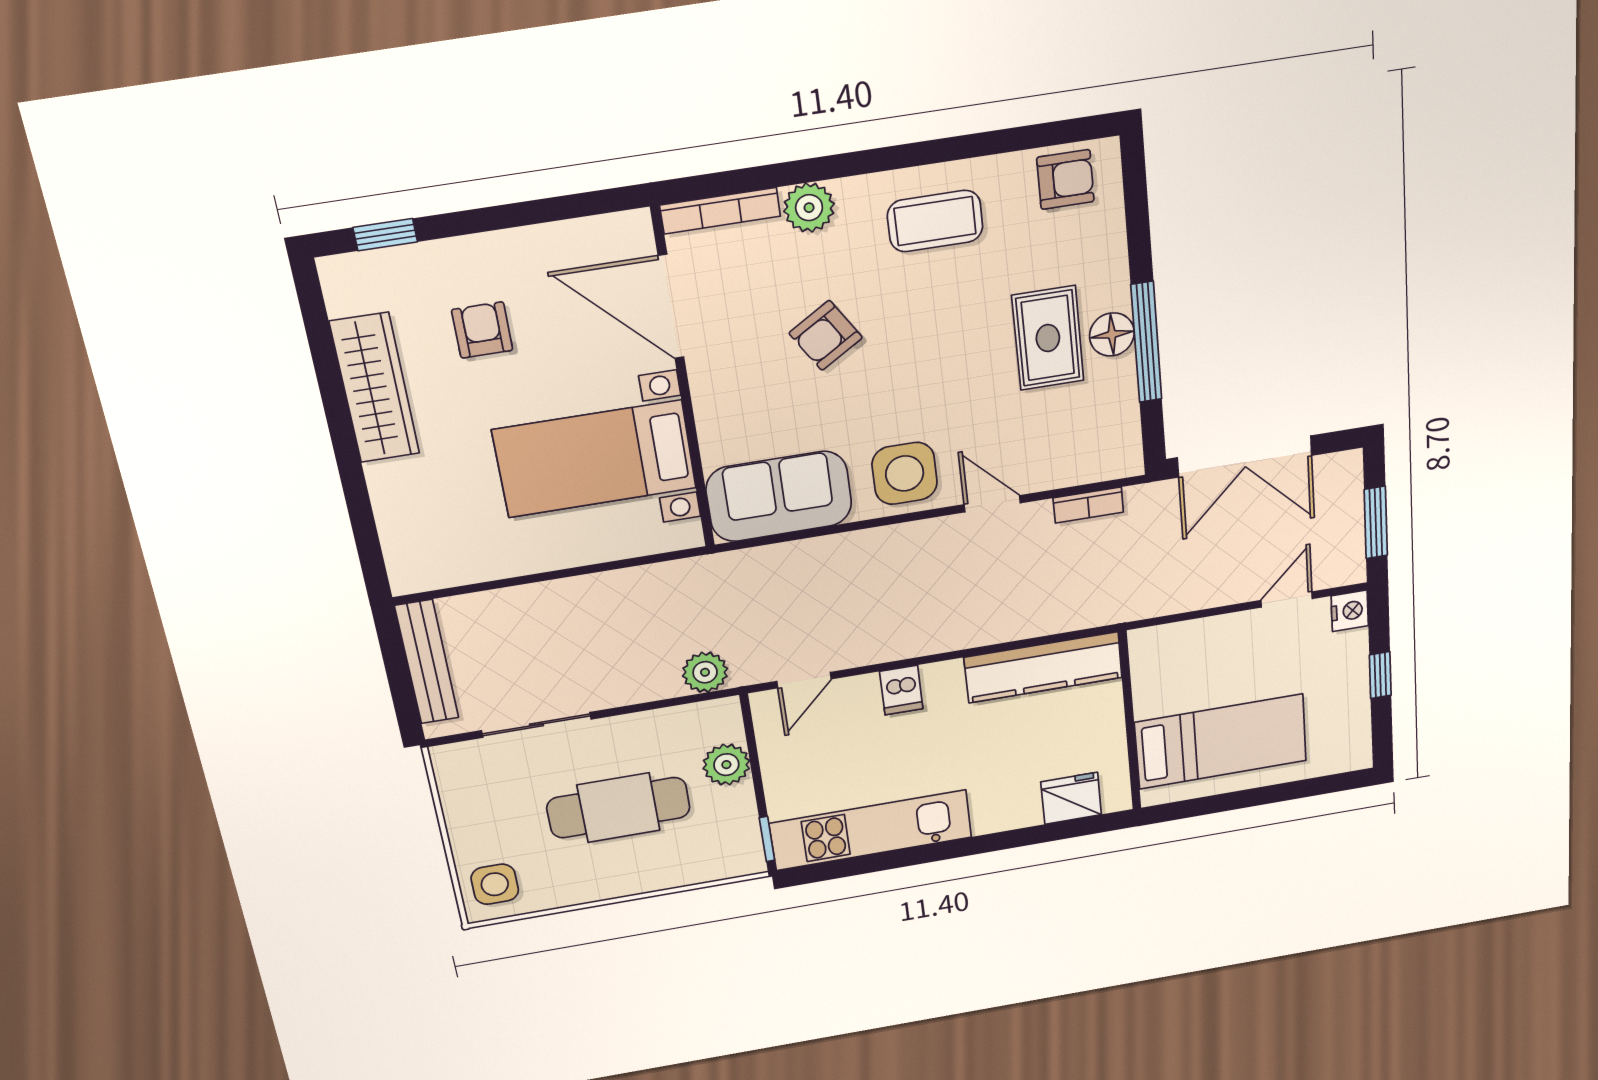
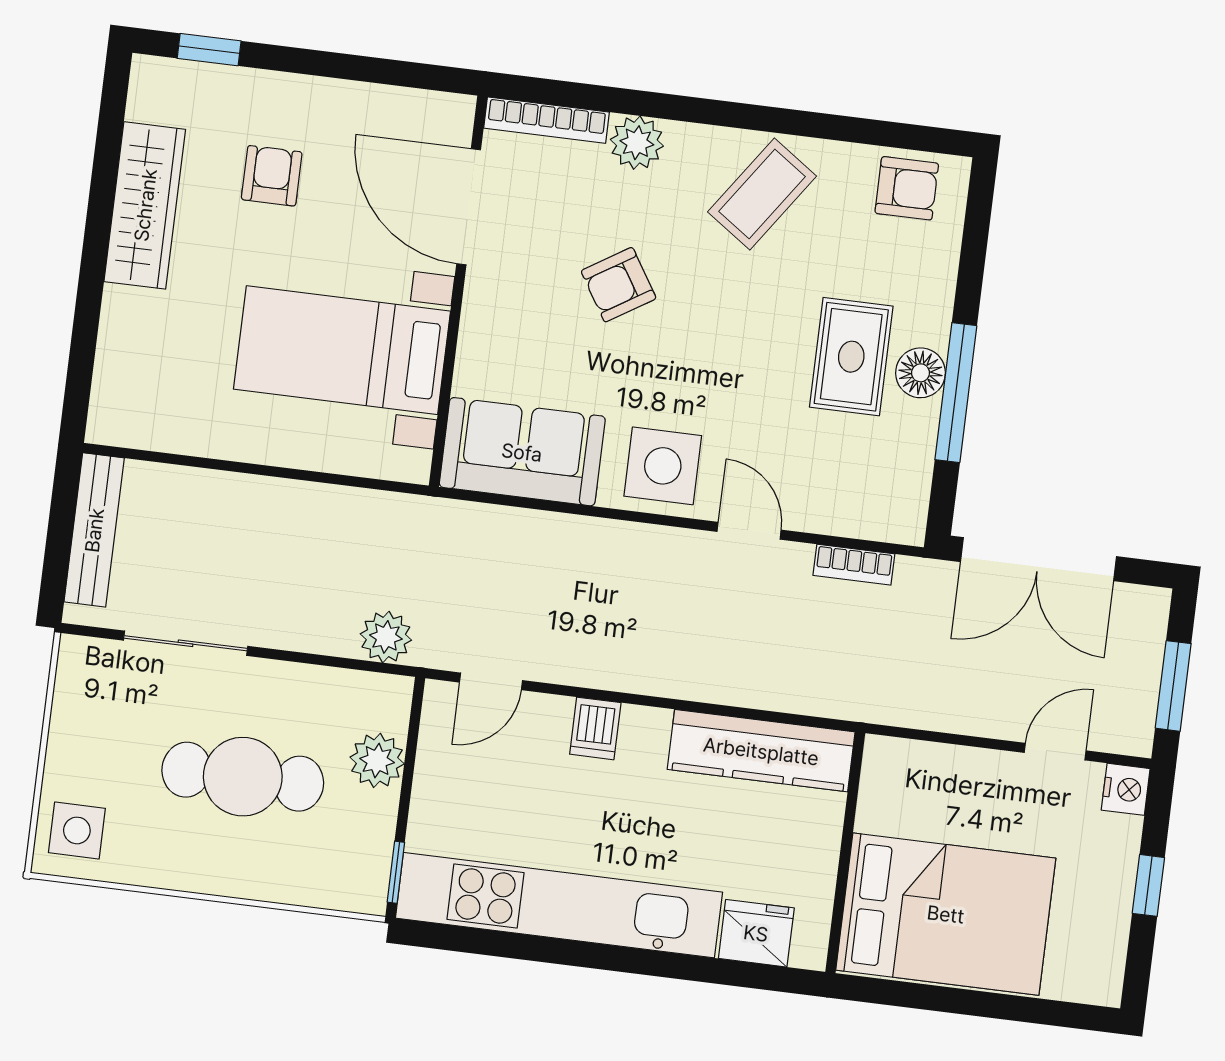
coffee table: (935, 221) -> (762, 194), turned -55
bed: (1221, 742) -> (946, 914), width x1.50
kitchen unit: (871, 830) -> (559, 905), width x1.36

